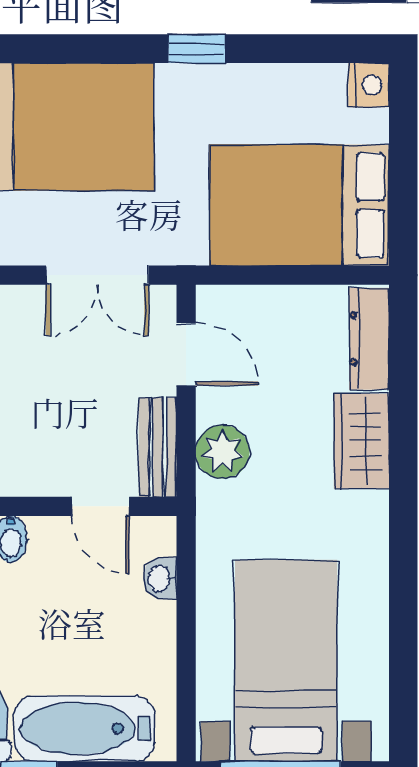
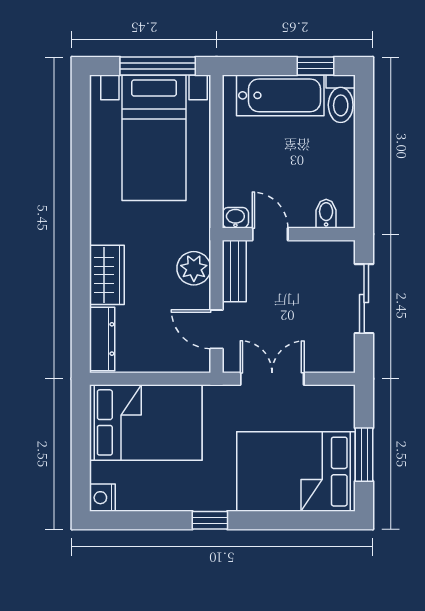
washbasin: (160, 578) -> (235, 218), moved, turned -90

